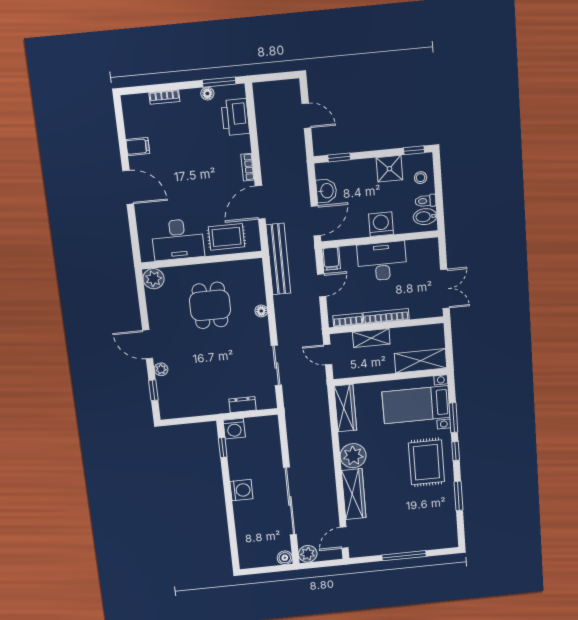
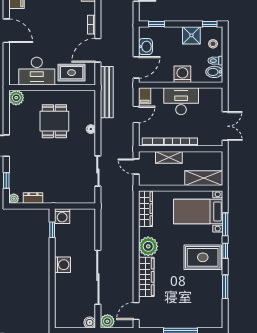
plant: (161, 369) -> (14, 199), moved
dresser: (242, 405) -> (33, 198), moved
rug: (426, 462) -> (203, 257), turned 90

